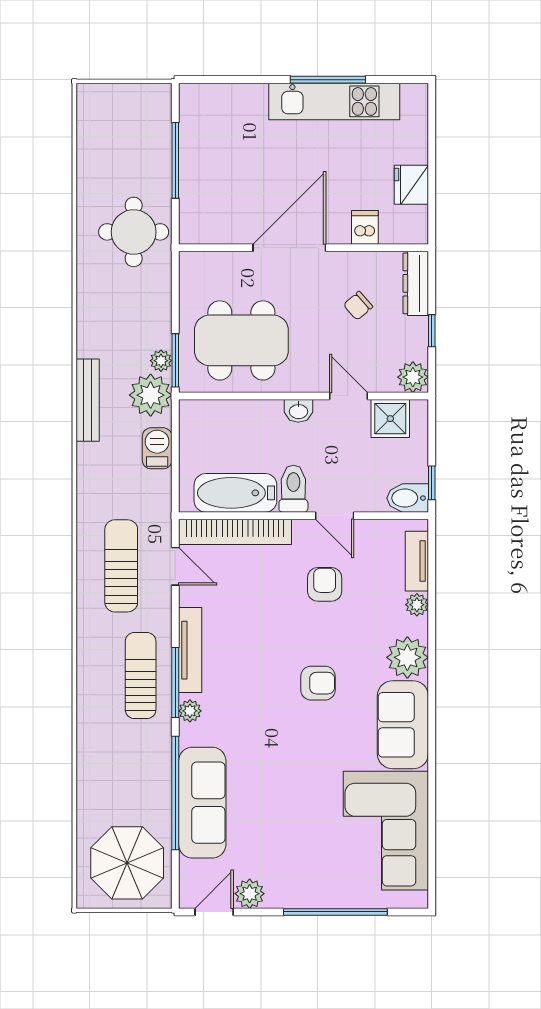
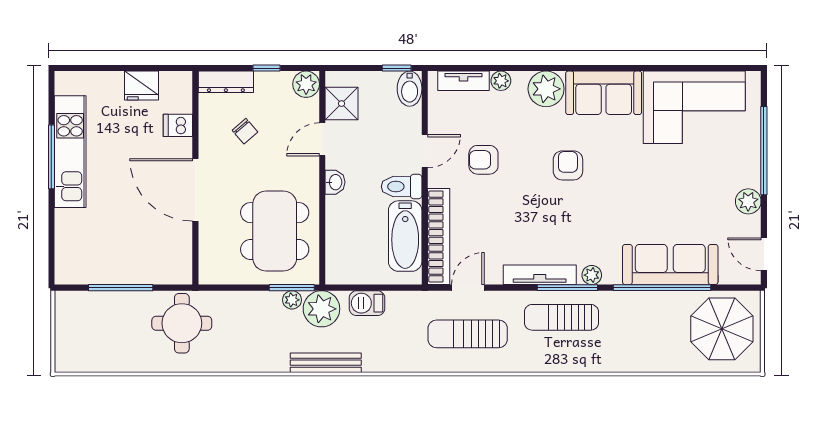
plant: (250, 894) -> (748, 201), moved

